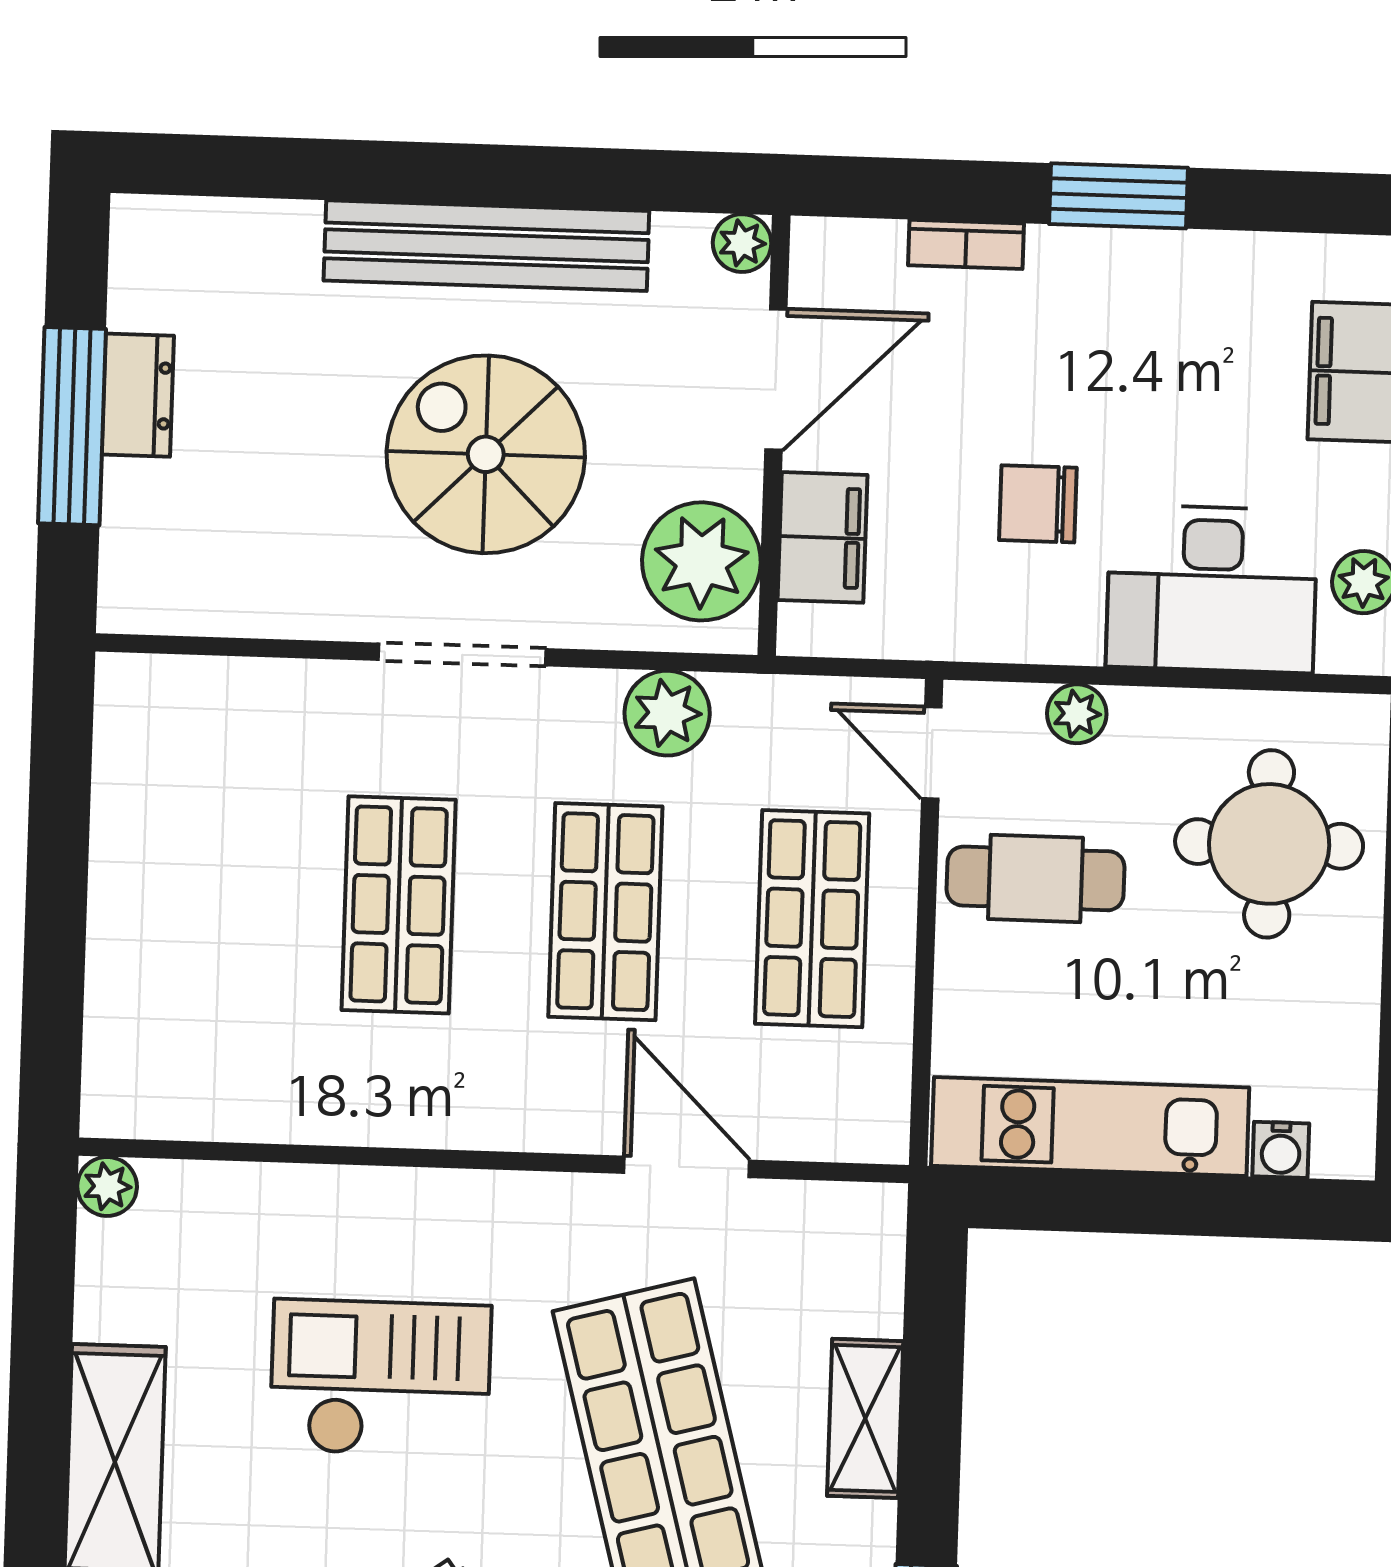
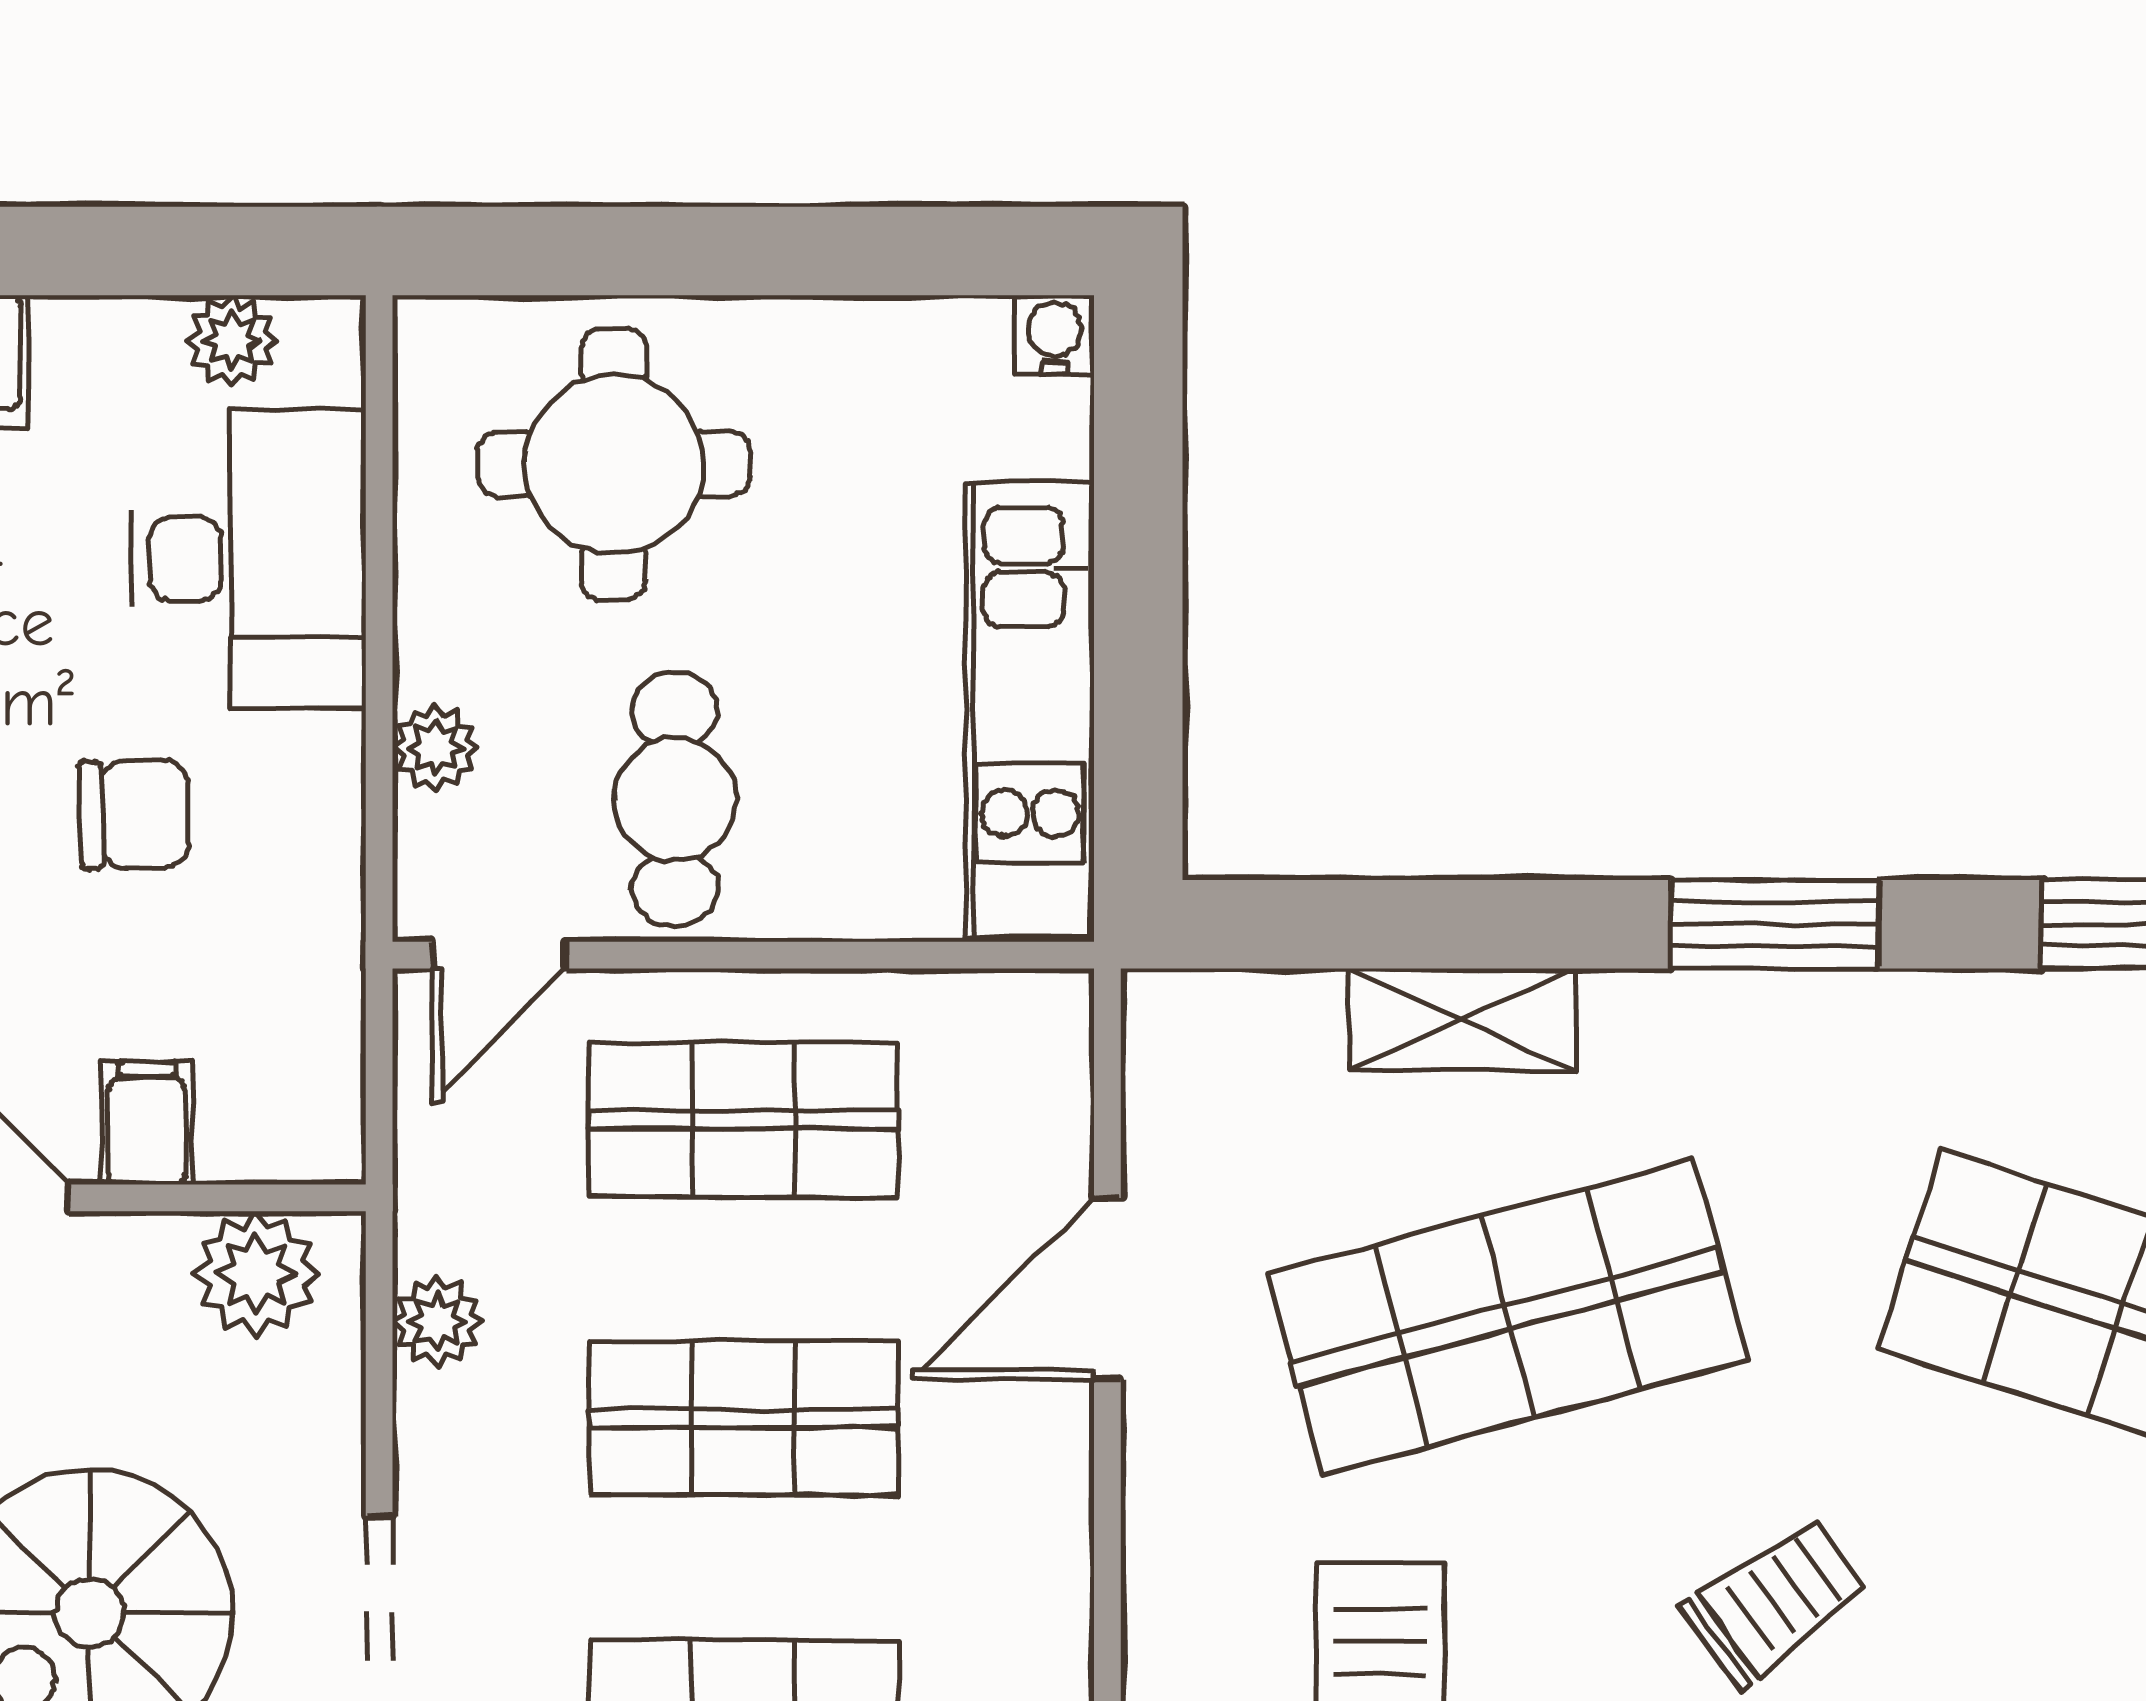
chair: (1038, 504) -> (134, 814), turned -92
filing cabinet: (823, 537) -> (147, 1123), width x0.50
plant: (701, 561) -> (256, 1274), width x0.73, depth x0.73
plant: (667, 713) -> (437, 1322), width x0.73, depth x0.73
water cooler: (1281, 1150) -> (1055, 335), moved, turned -90

